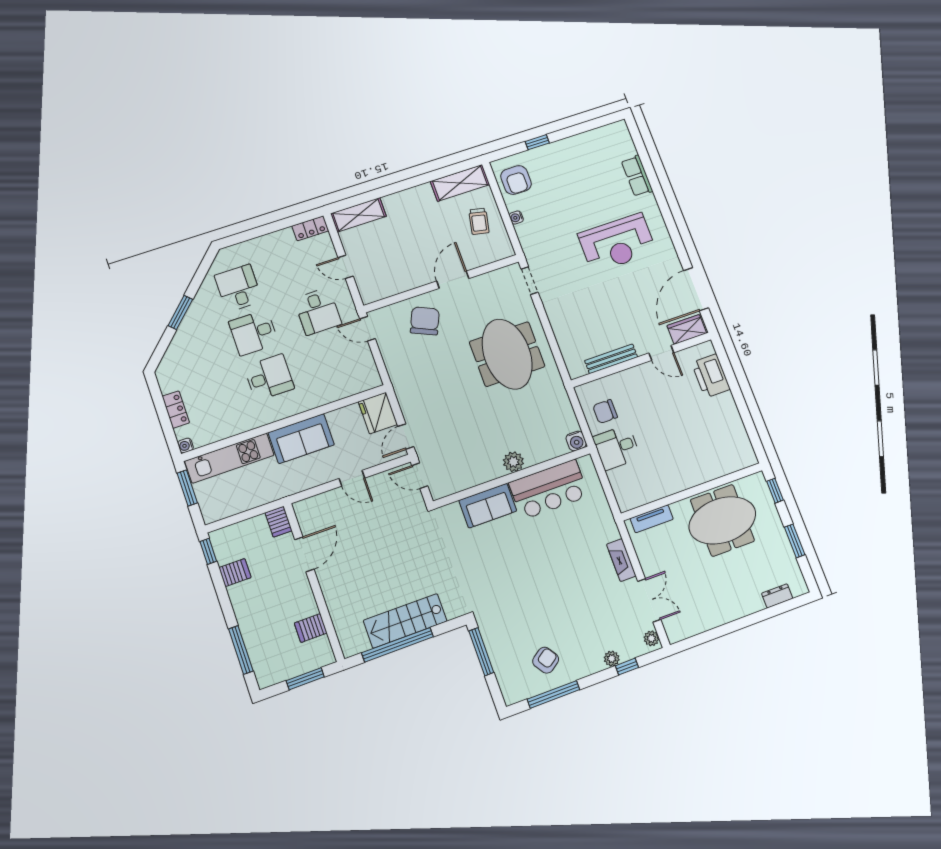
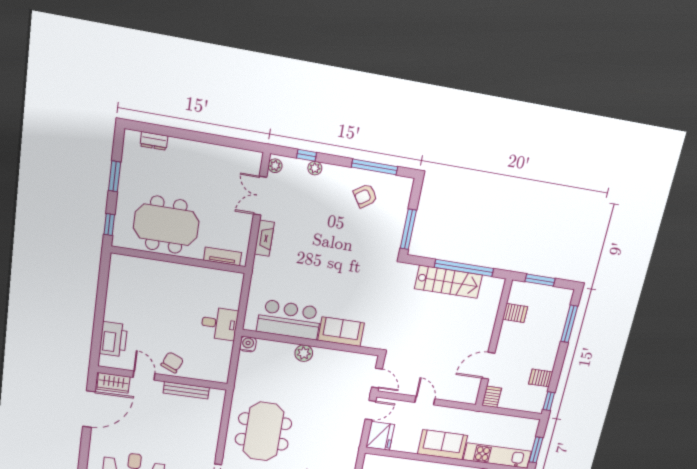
chair: (605, 412) -> (172, 362), moved, turned -67

